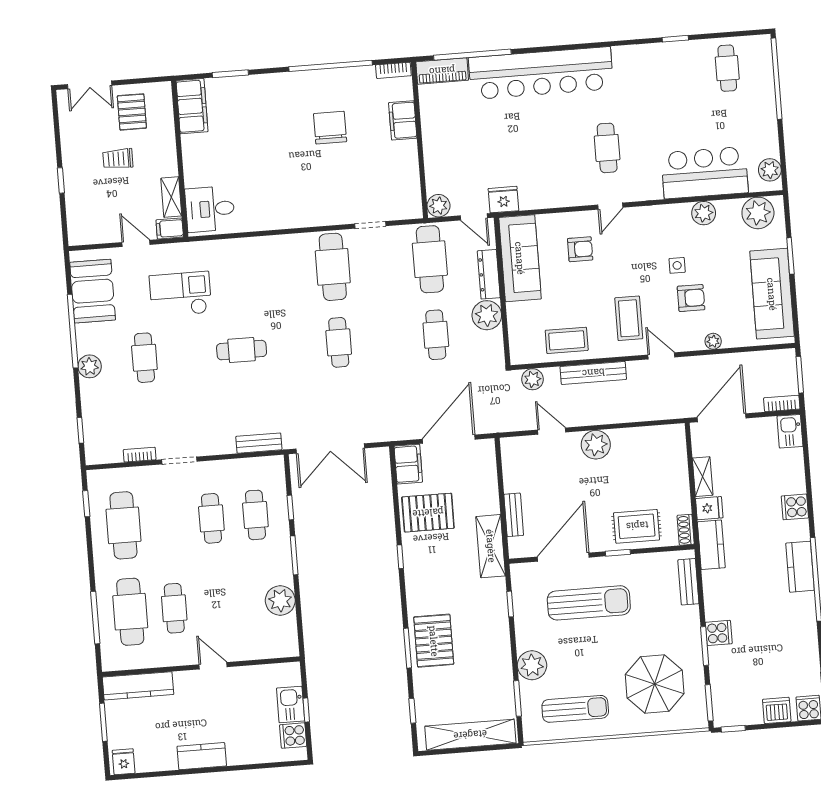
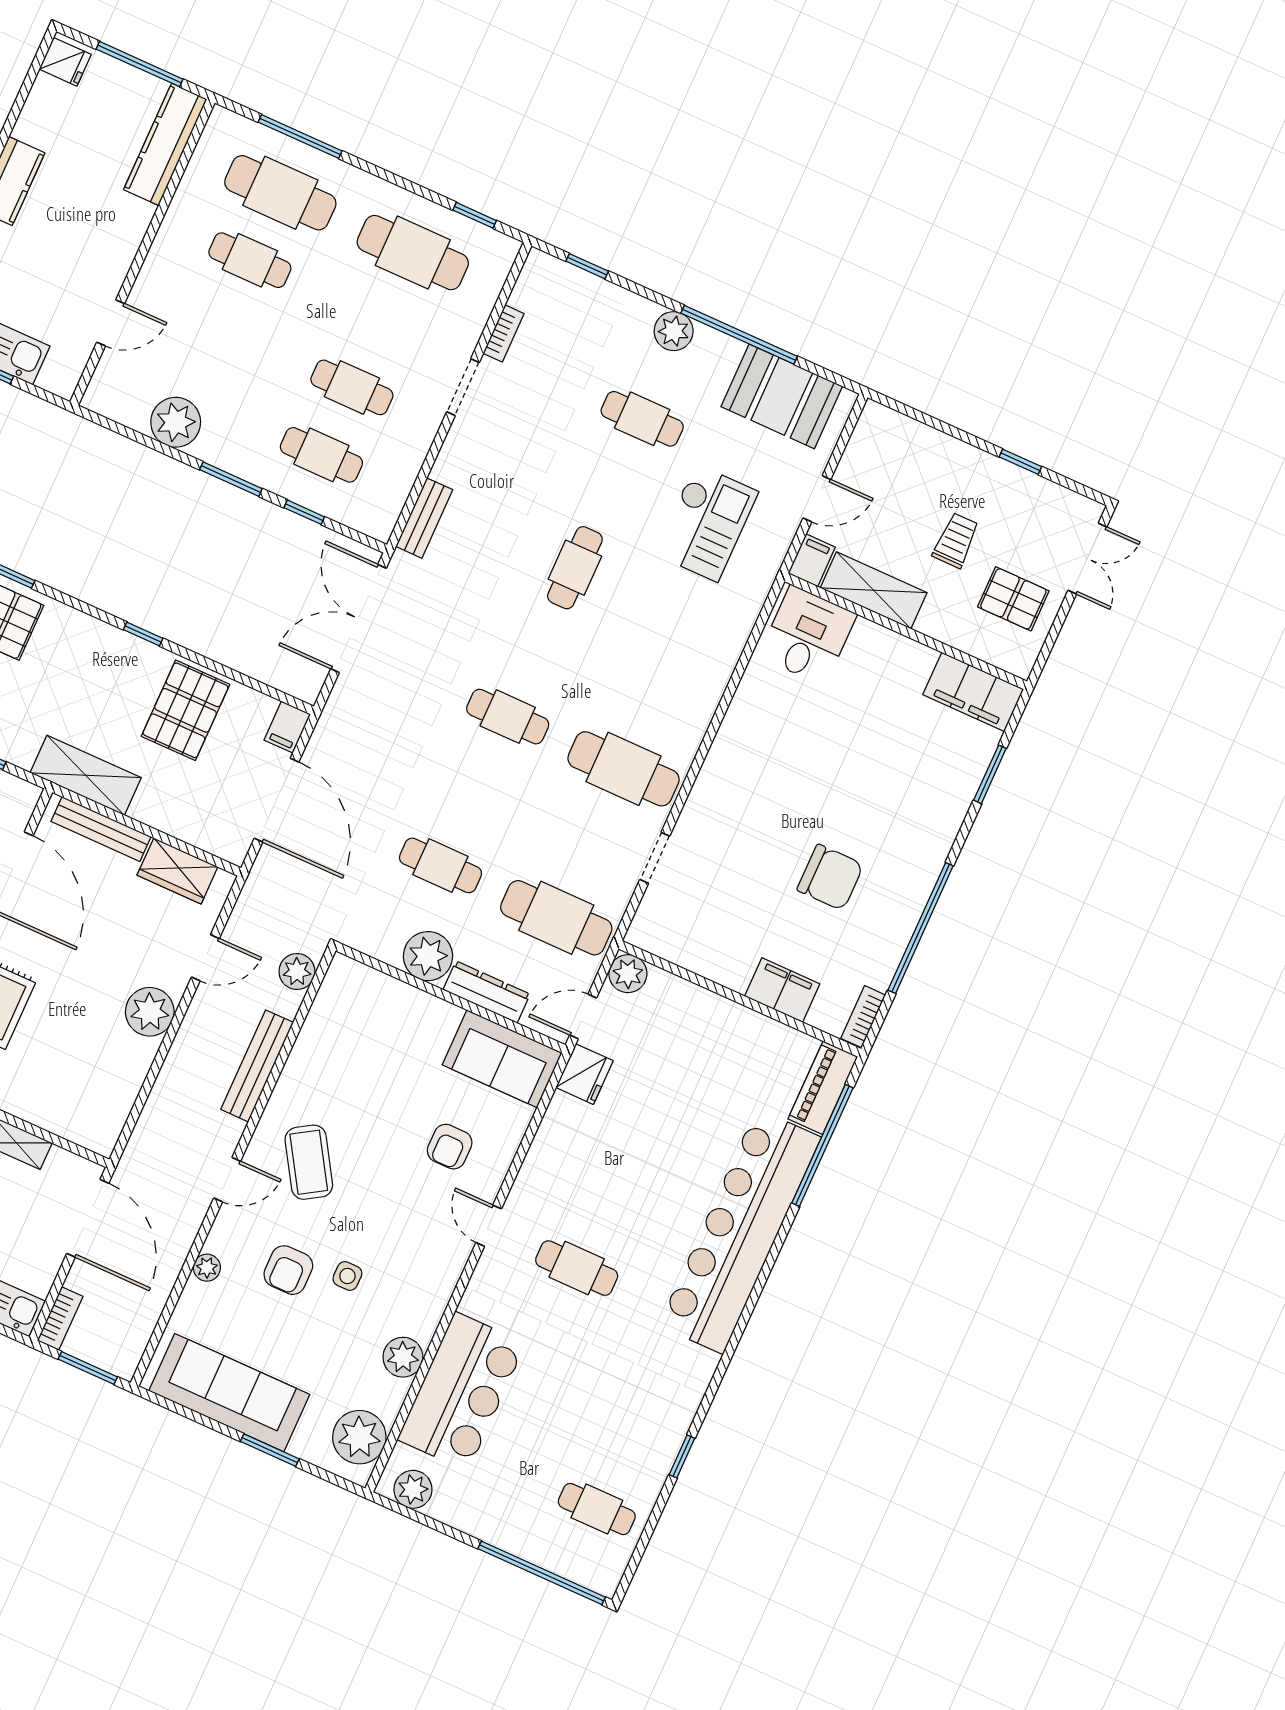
double door: (90, 85) -> (1087, 559), swing flipped
window: (61, 180) -> (1020, 462), moved
shelving: (171, 197) -> (874, 590), width x1.50, depth x1.33
sofa: (520, 258) -> (502, 1059), width x0.73
coffee table: (629, 318) -> (309, 1162), turned 58
coffee table: (567, 340) -> (326, 1053), removed
filing cabinet: (408, 464) -> (287, 727), width x0.50
wardrobe: (514, 471) -> (177, 871), added
bench: (514, 515) -> (101, 829), width x1.36
door: (213, 666) -> (111, 323), moved
window: (103, 722) -> (140, 64), width x1.44

